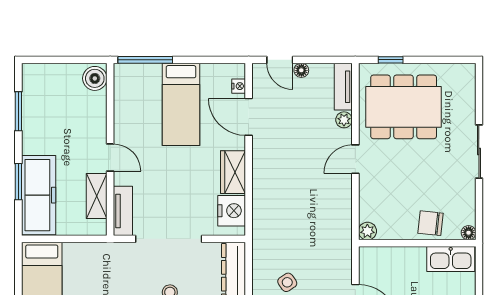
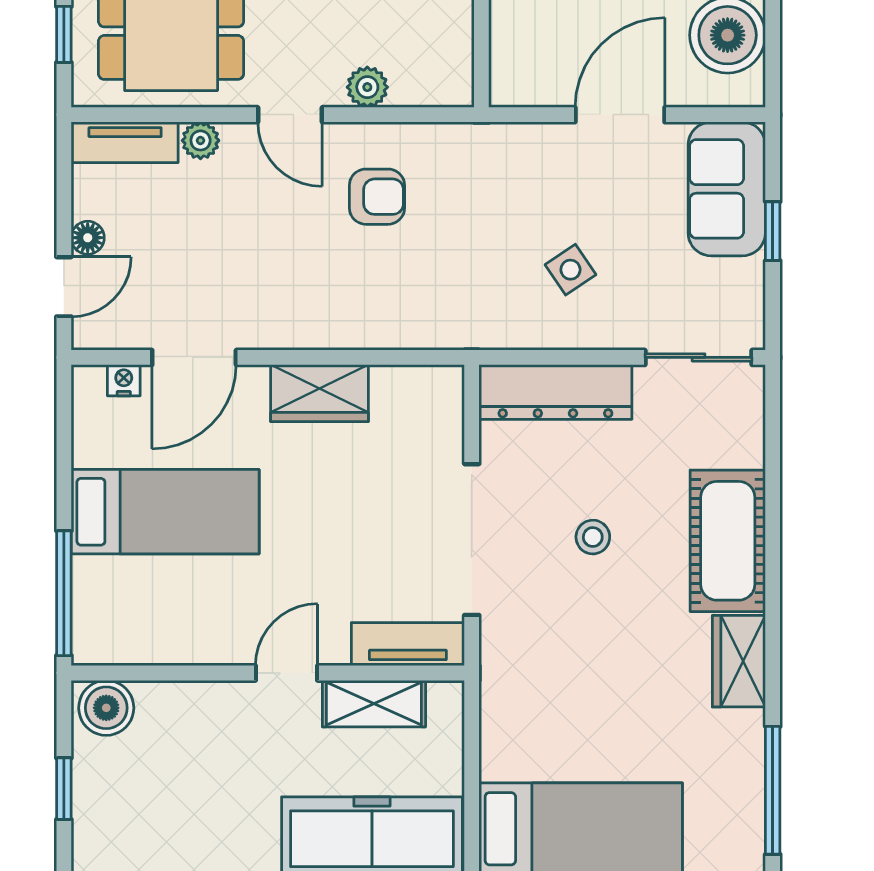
window: (59, 60) -> (64, 789), added
armchair: (319, 197) -> (377, 197), added
nightstand: (232, 211) -> (407, 396), removed
plant: (367, 231) -> (367, 87), moved

